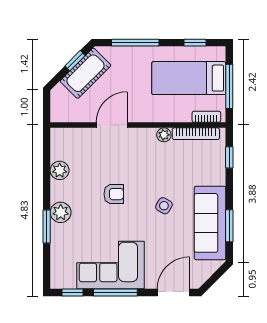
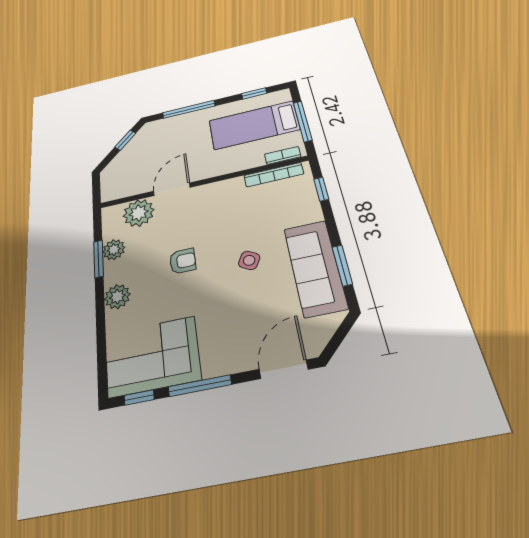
cot: (86, 73) -> (137, 148), removed
plant: (164, 135) -> (139, 213), moved, width x1.88, depth x1.88
window: (47, 227) -> (99, 259), moved
corner sofa: (111, 265) -> (152, 356), moved

